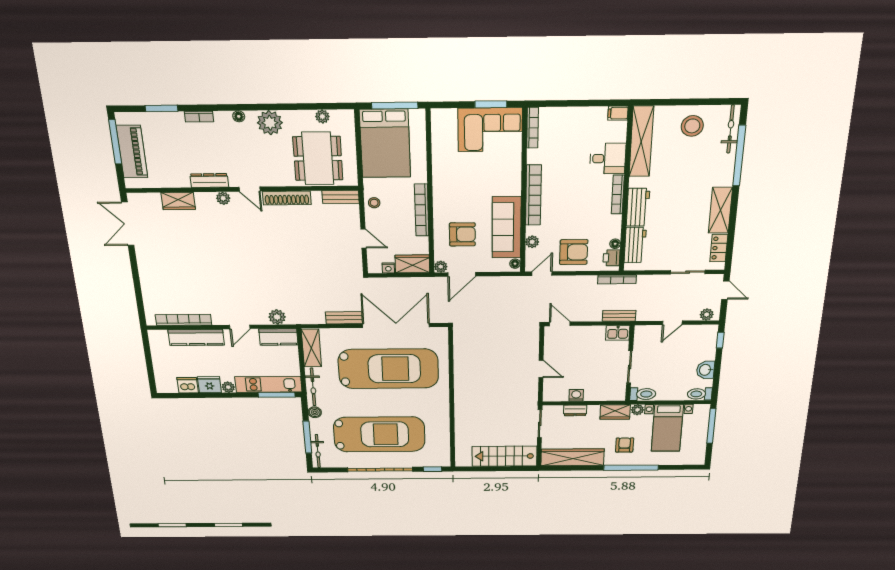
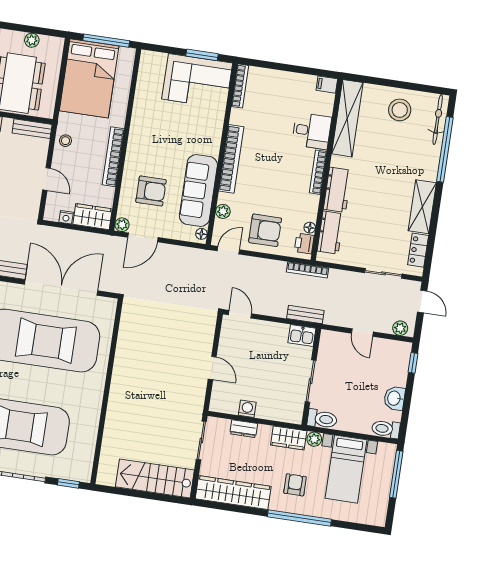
door: (672, 323) -> (362, 333), hinge flipped

